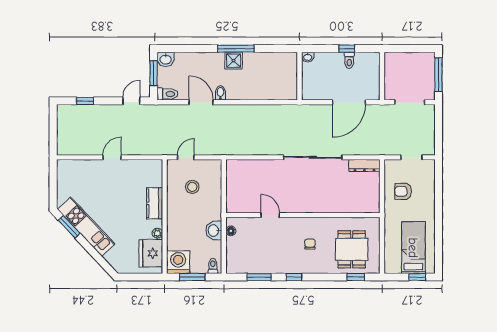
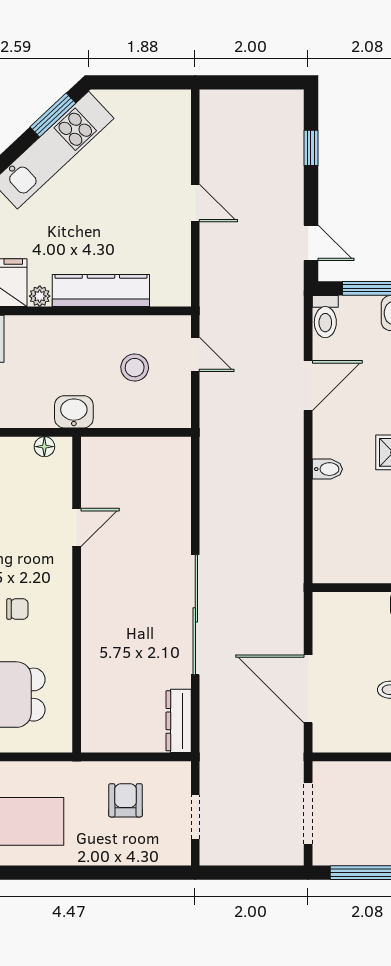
bidet: (220, 93) -> (327, 469), moved
kitchen counter: (155, 203) -> (101, 291), width x1.50
washbasin: (214, 230) -> (74, 412), moved

